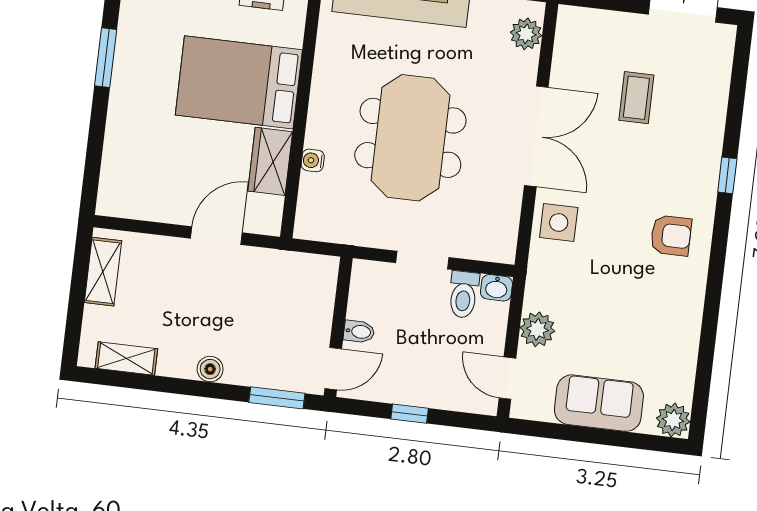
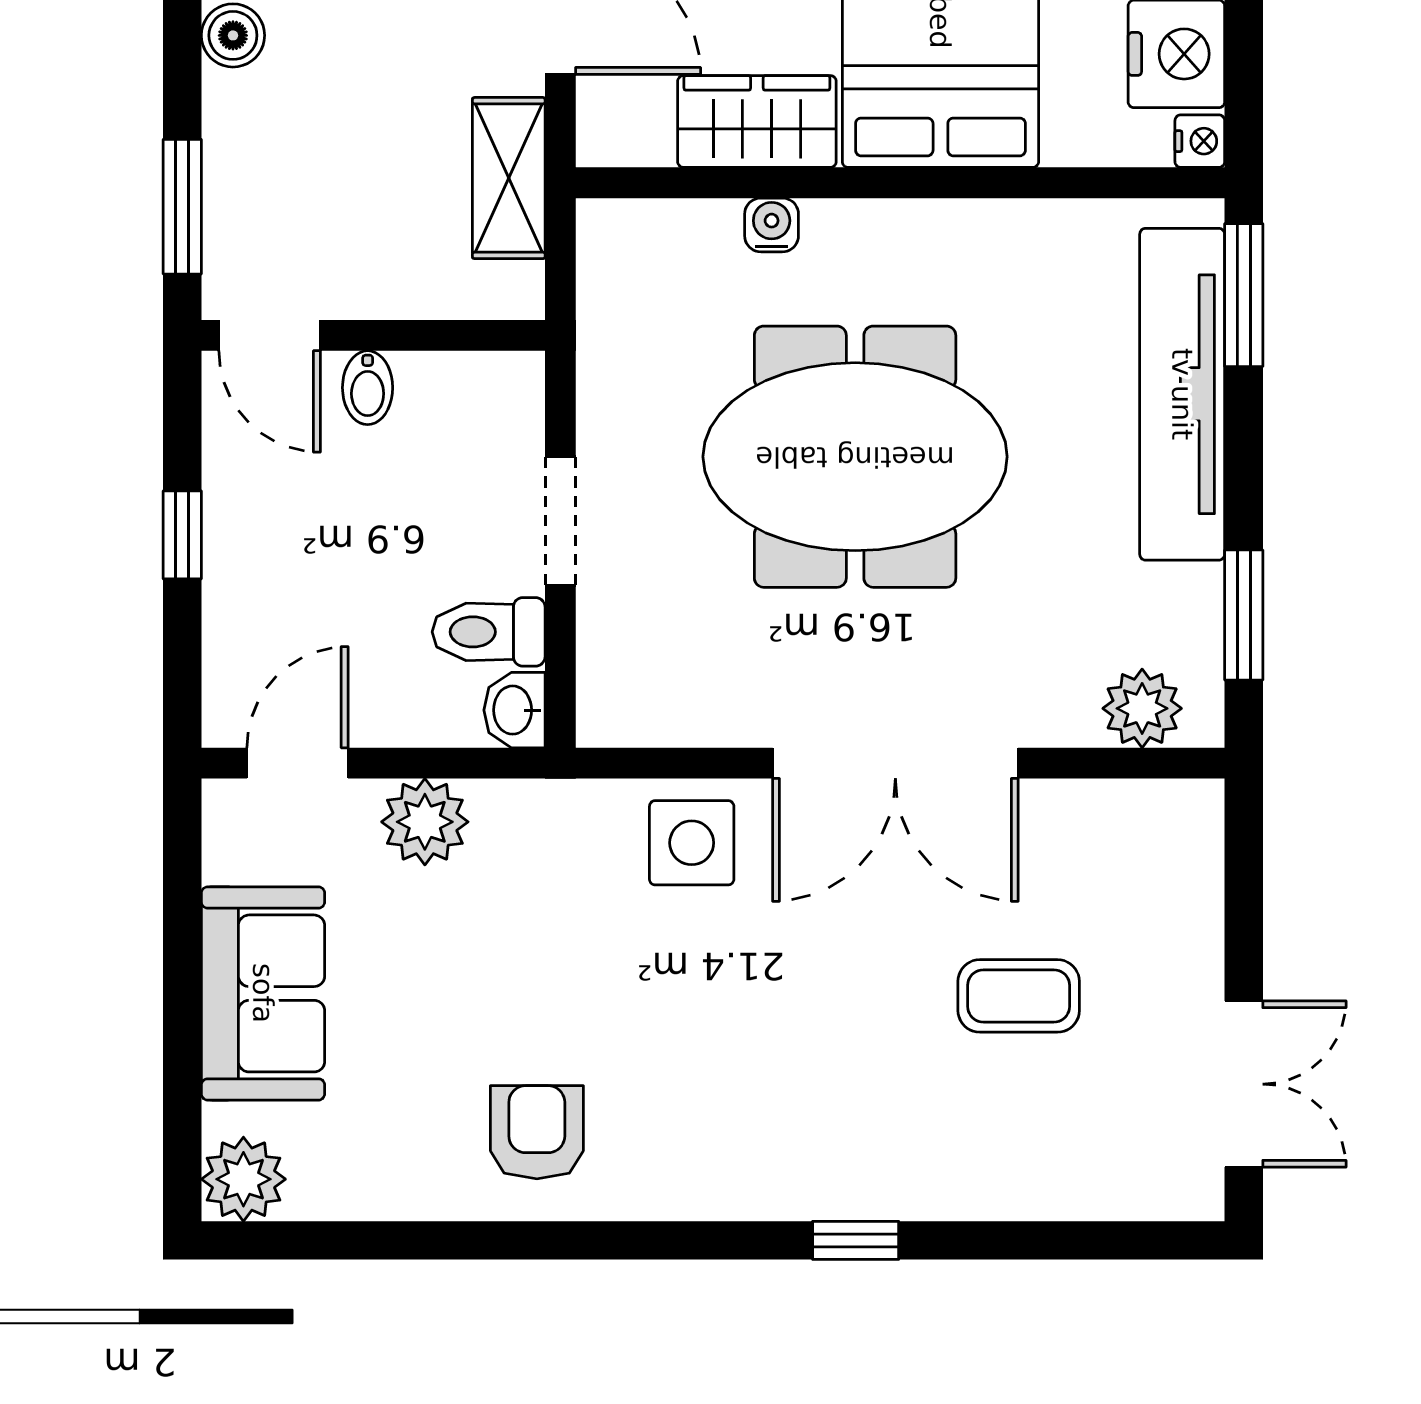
armchair: (671, 236) -> (537, 1132), moved, turned 180
shelving: (281, 264) -> (509, 178), added

